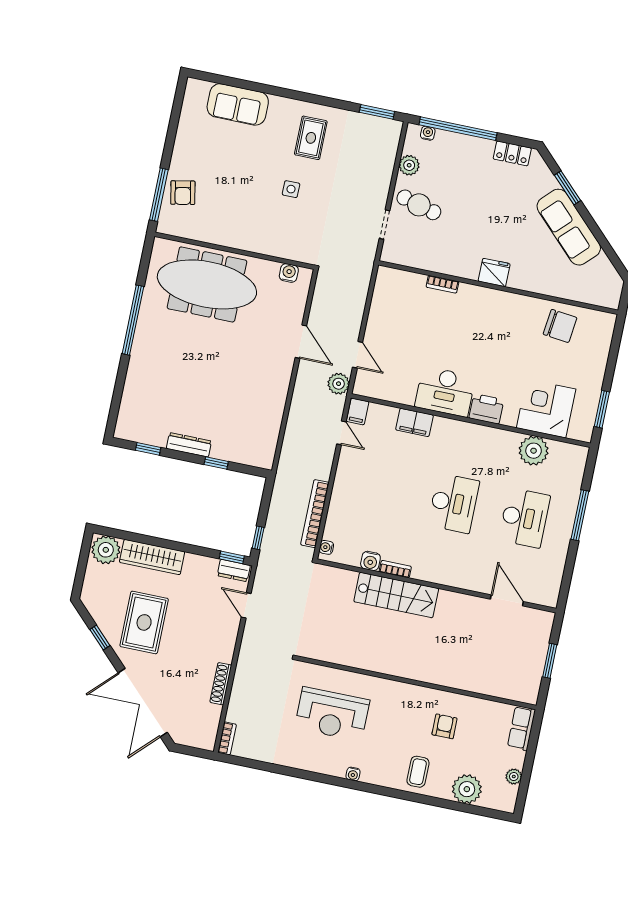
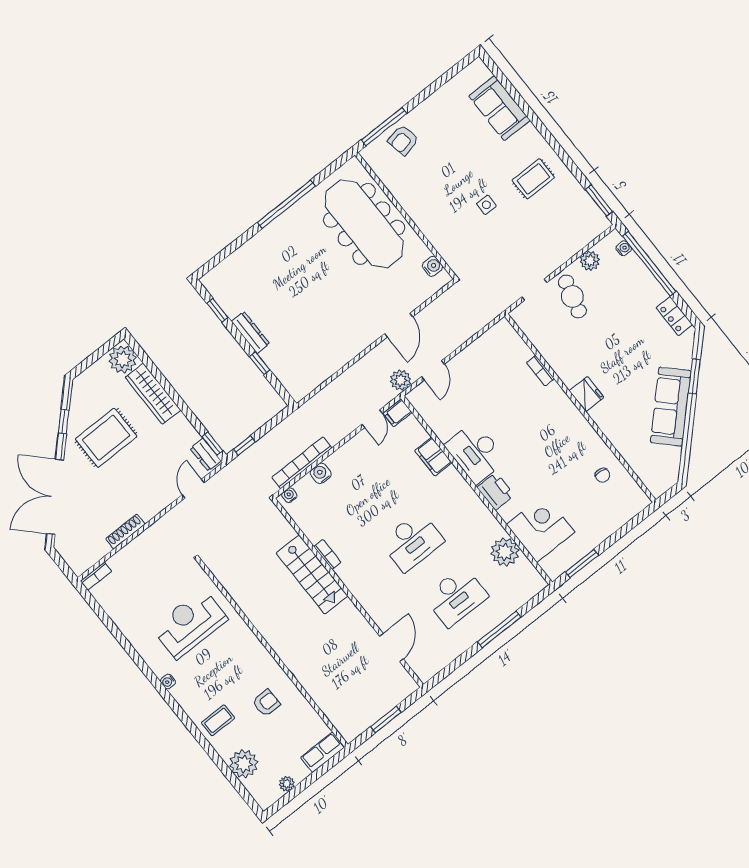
chair: (560, 326) -> (602, 475), width x0.54, depth x0.54
water cooler: (370, 561) -> (321, 473), moved, turned 90
reception desk: (332, 714) -> (190, 624), turned 90

